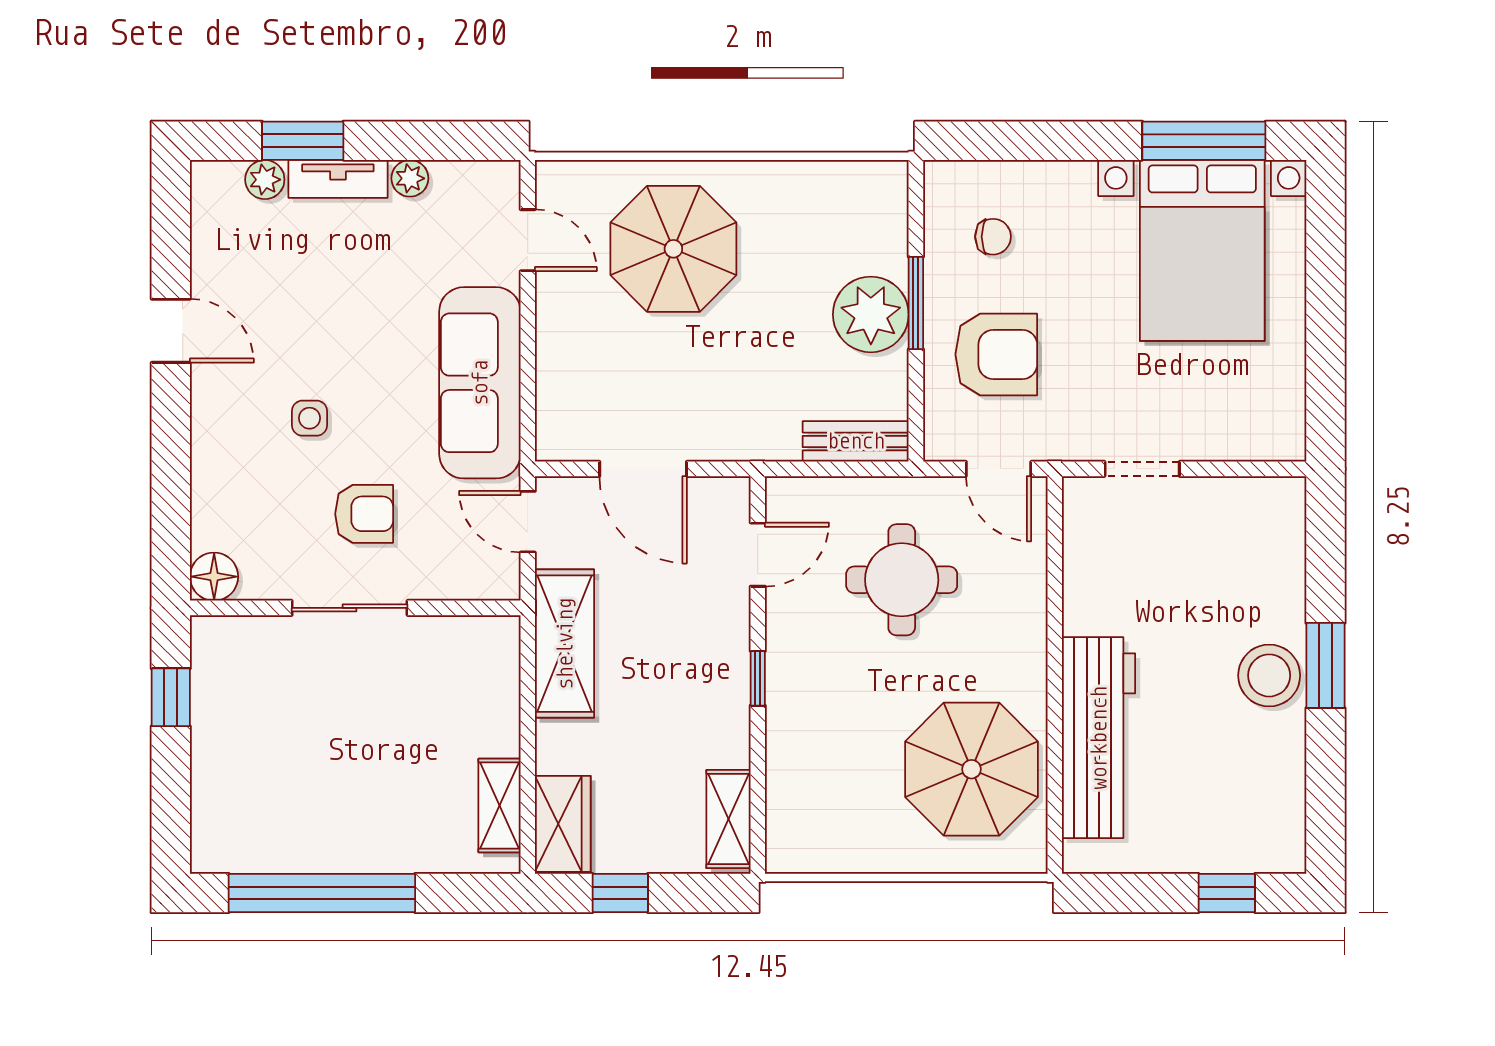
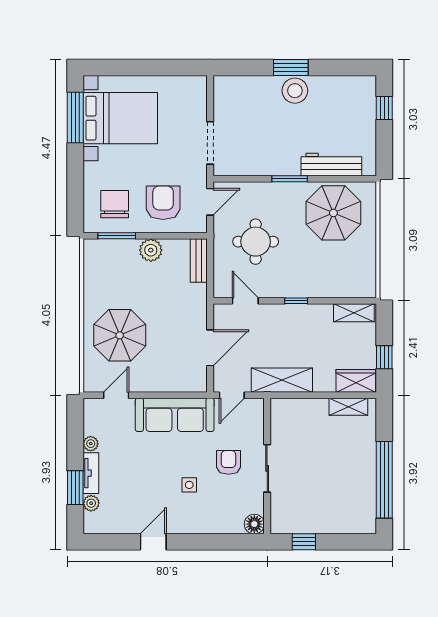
chair: (993, 237) -> (115, 204), width x1.87, depth x1.87
window: (916, 303) -> (117, 236), moved
plant: (871, 314) -> (151, 250), width x0.73, depth x0.73
doorway: (1142, 469) -> (210, 143), width x1.38
window: (1055, 663) -> (290, 179), added
workbench: (1099, 738) -> (331, 164), width x0.73, depth x0.76

